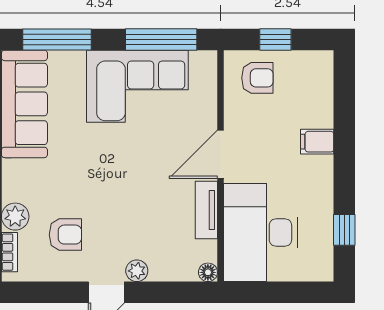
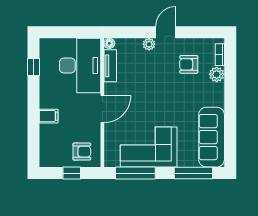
armchair: (257, 78) -> (82, 152), turned 180
tv unit: (206, 210) -> (110, 66), moved

